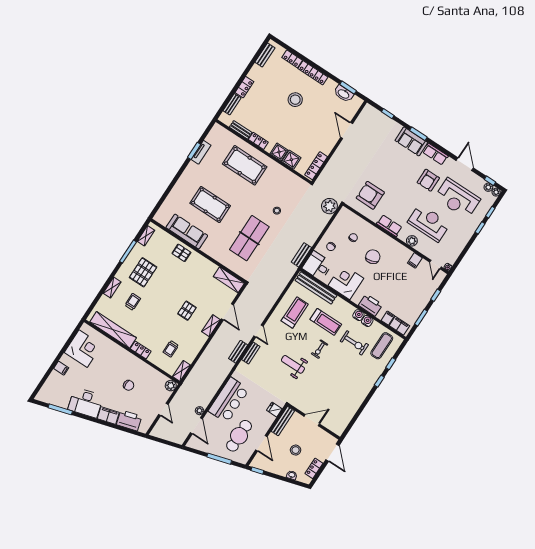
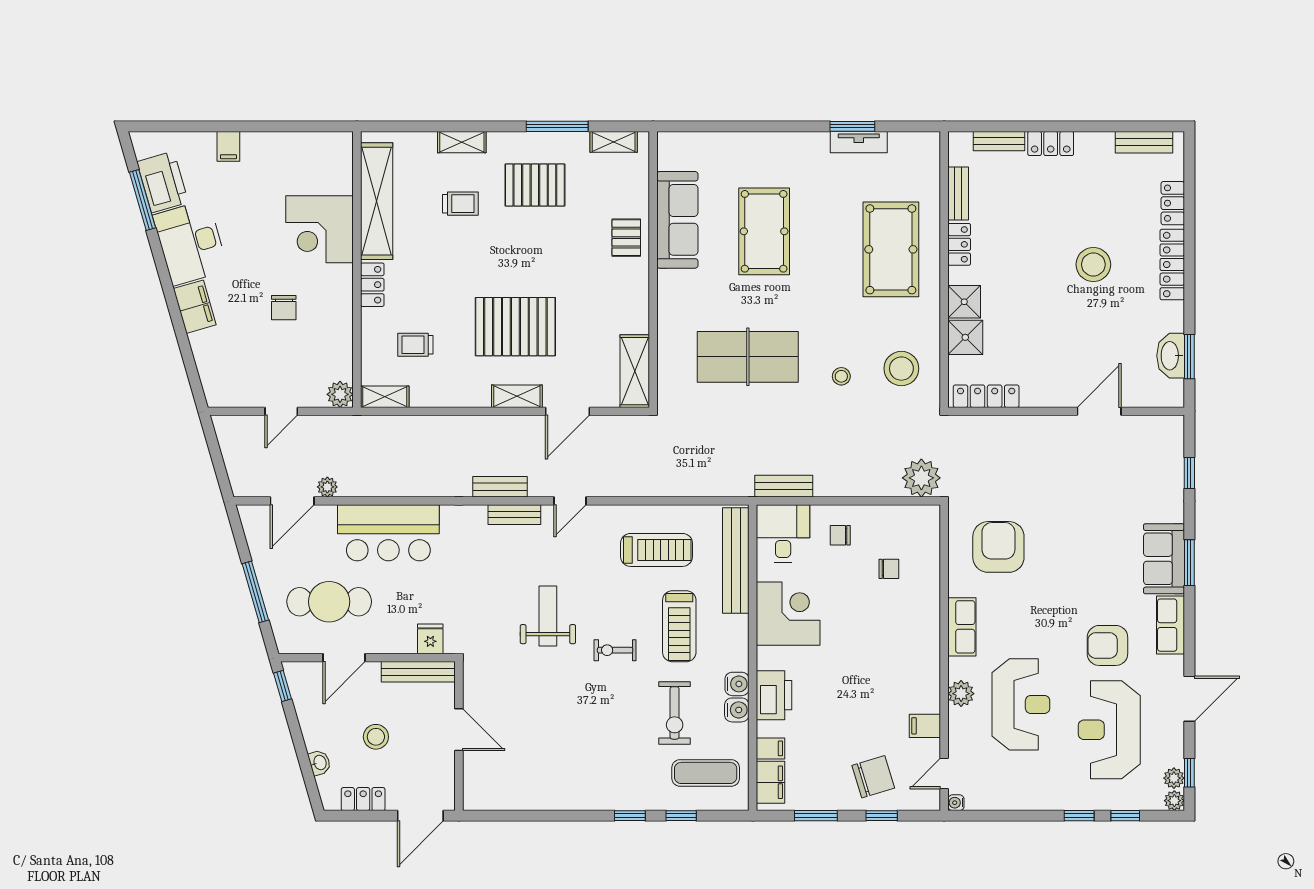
stool: (288, 188) -> (901, 369), added
chair: (373, 257) -> (873, 777), moved
pallet: (187, 311) -> (515, 327), width x2.05, depth x2.00
corner desk: (83, 349) -> (320, 229), moved, turned 90
printer: (129, 420) -> (163, 182), moved

